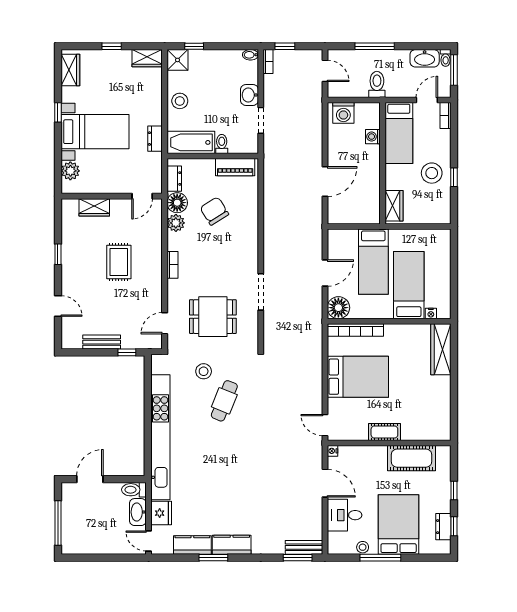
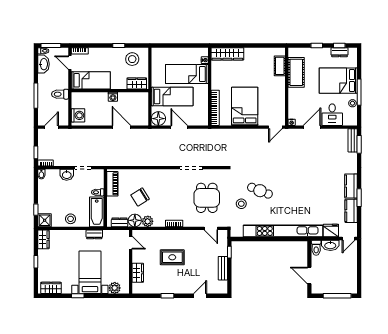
washing machine: (373, 137) -> (113, 97), moved
stool: (432, 173) -> (132, 59), moved
floor lamp: (338, 308) -> (158, 119), moved
cot: (384, 432) -> (280, 66), moved

